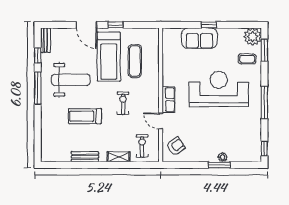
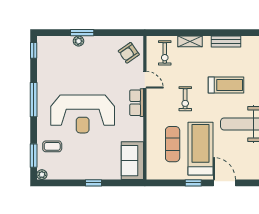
plant: (253, 37) -> (42, 175), width x0.53, depth x0.53
sofa: (199, 38) -> (132, 161), moved, turned -90

